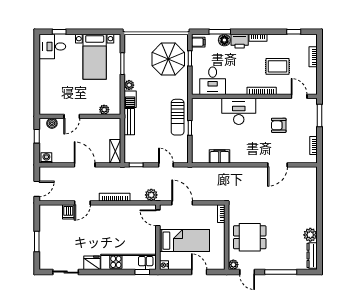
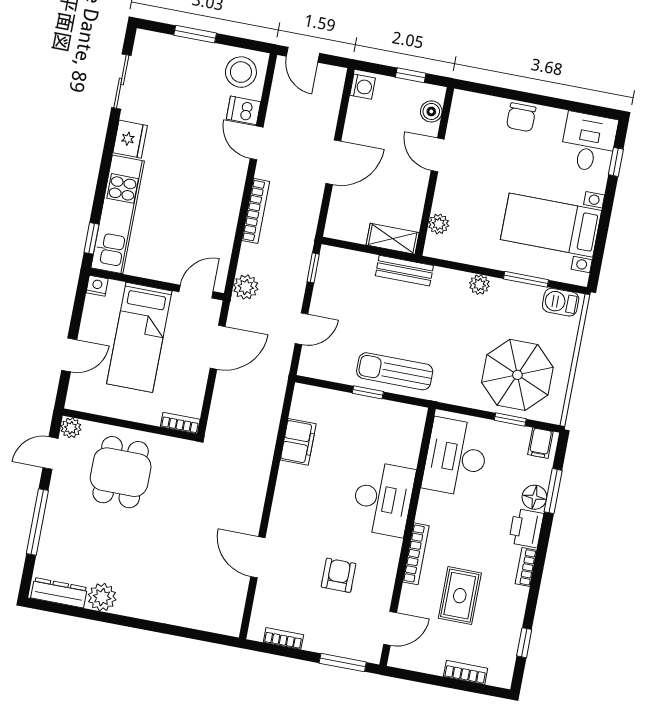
chair: (47, 80) -> (521, 117), added
desk: (213, 81) -> (456, 457), width x1.37
barbecue: (130, 99) -> (561, 302), moved
shelving: (115, 151) -> (393, 239), moved
stool: (50, 217) -> (241, 72), added

